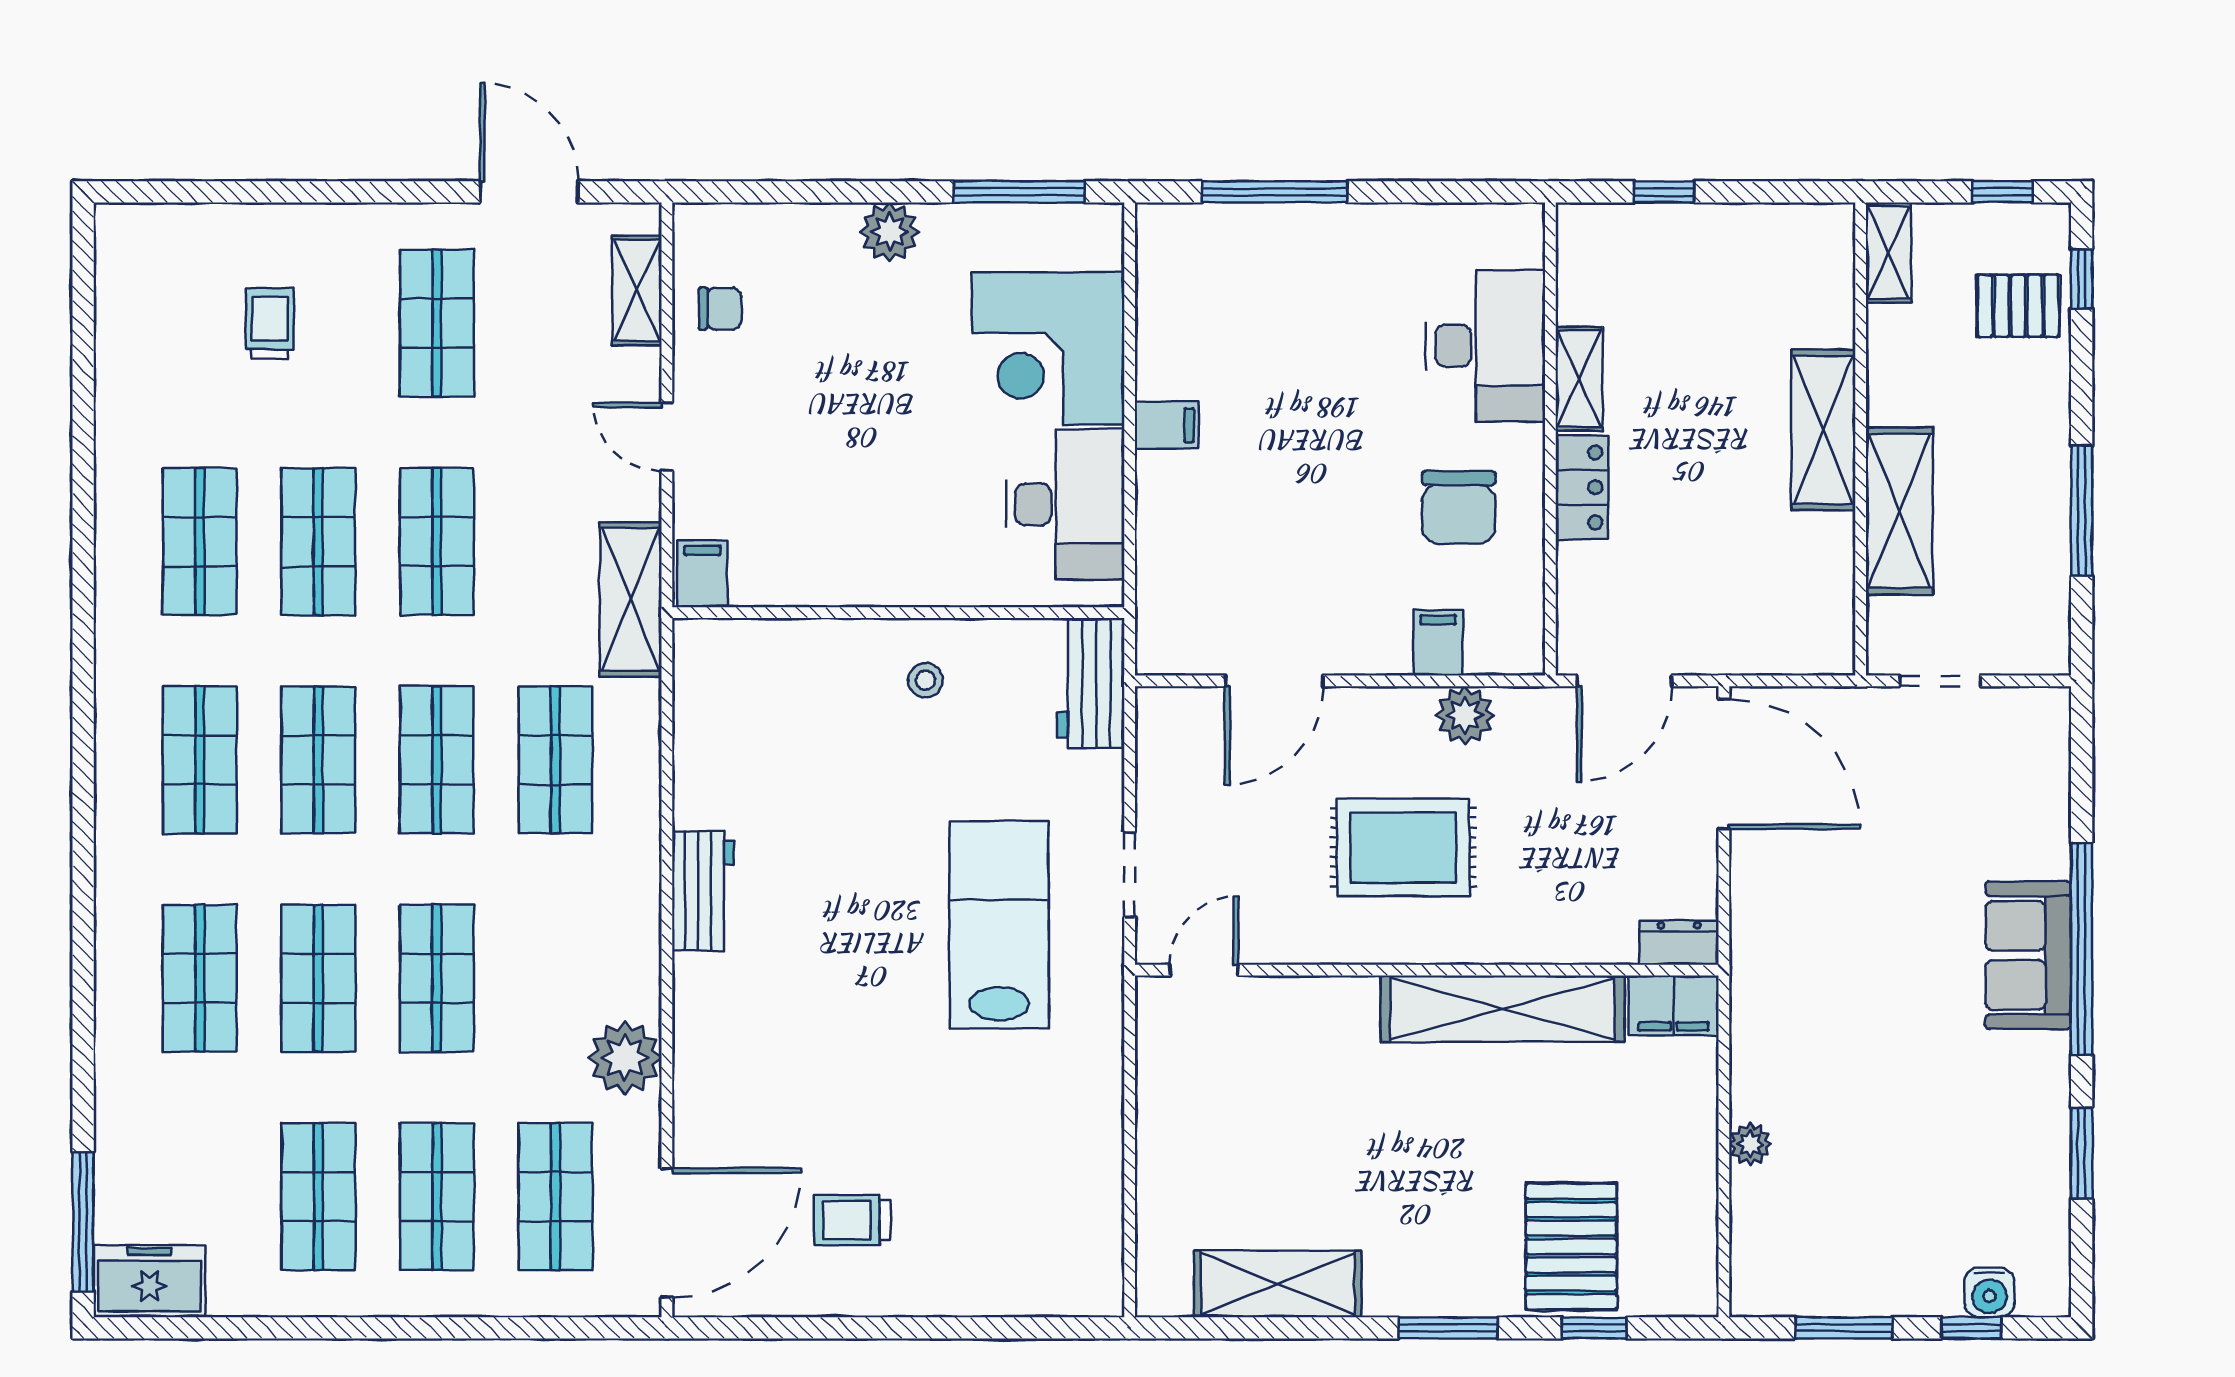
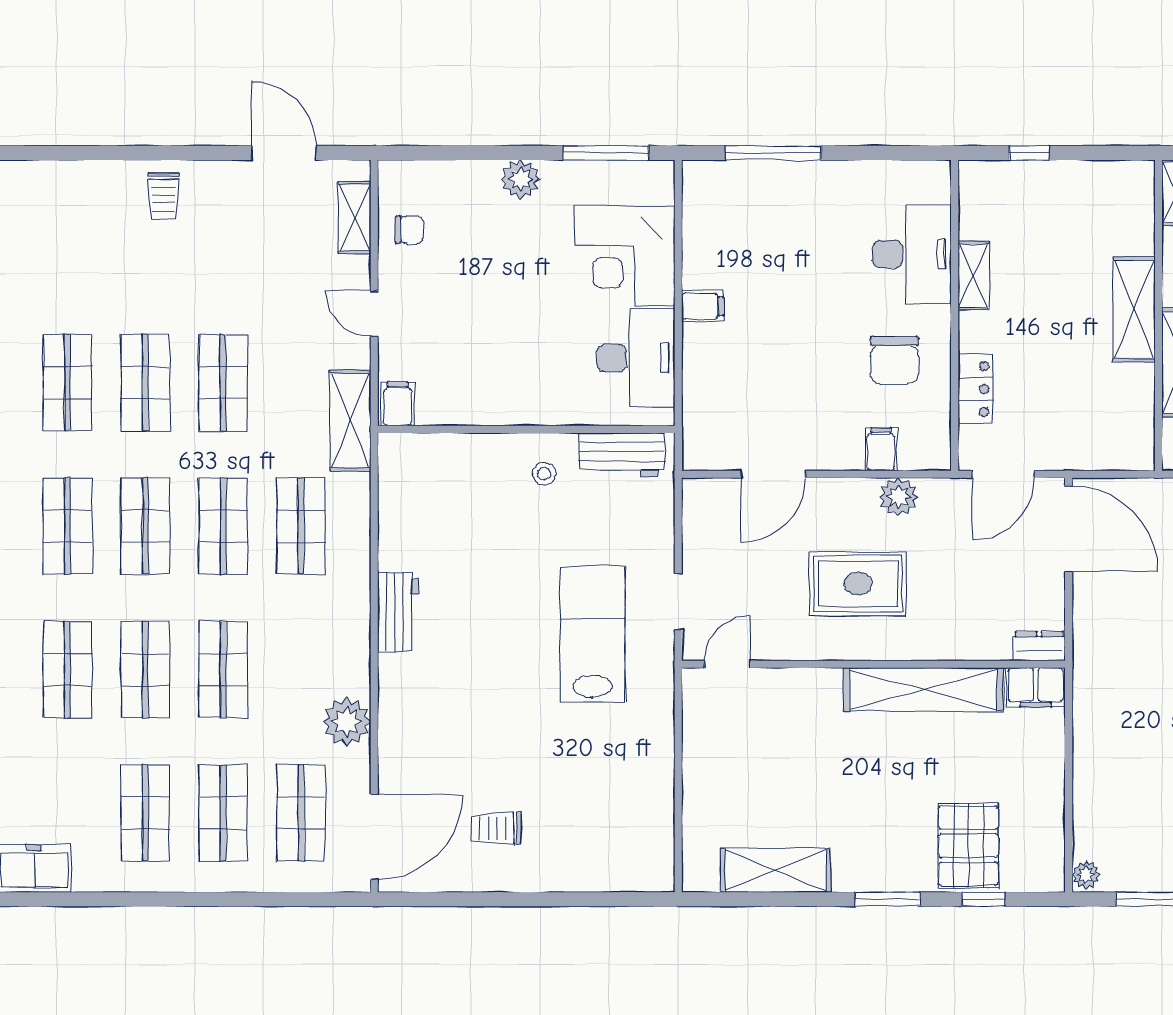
shop shelf: (437, 323) -> (223, 239), removed
trolley: (270, 324) -> (164, 196), moved, turned 180
locker: (1582, 487) -> (975, 389), moved
workbench: (1091, 683) -> (622, 455), moved, turned -90
plant: (1750, 1144) -> (1086, 875), moved

